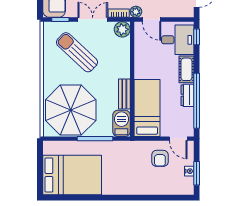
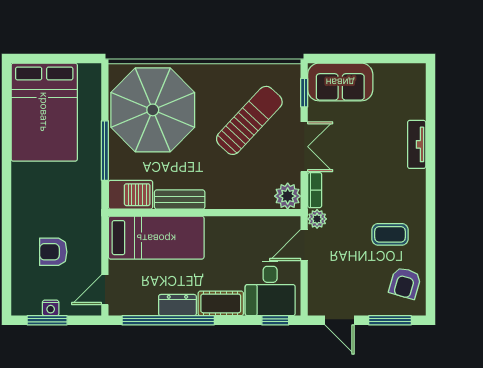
armchair: (160, 158) -> (53, 252), moved

